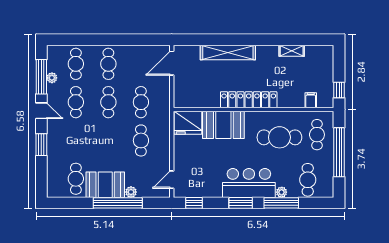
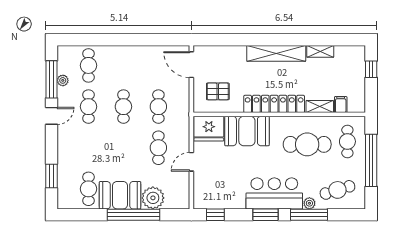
shelving: (228, 53) -> (276, 53), moved
door: (172, 63) -> (191, 65), hinge flipped
cafe table: (108, 64) -> (123, 65), removed
pallet: (196, 88) -> (218, 91), added
window: (339, 90) -> (371, 69), moved
shelving: (291, 102) -> (320, 107), added
door: (41, 111) -> (51, 116), hinge flipped
window: (41, 145) -> (51, 176), moved
door: (172, 180) -> (191, 162), moved
cafe table: (308, 180) -> (337, 190), turned 73
plant: (131, 192) -> (153, 198), width x1.87, depth x1.87

